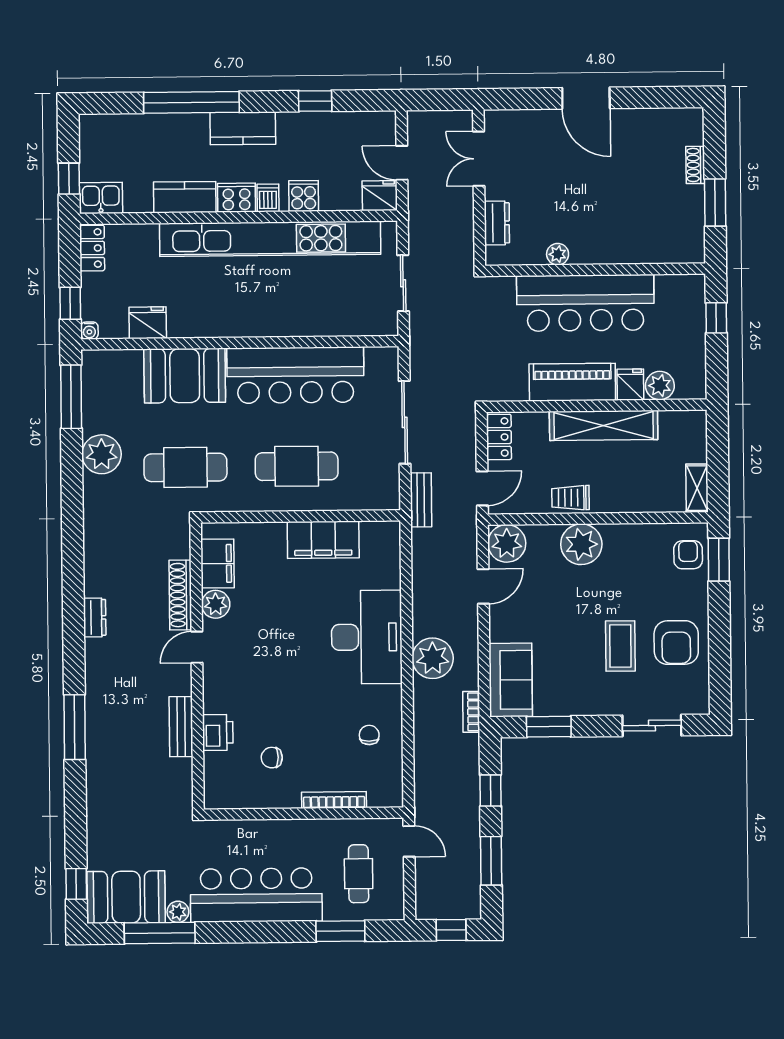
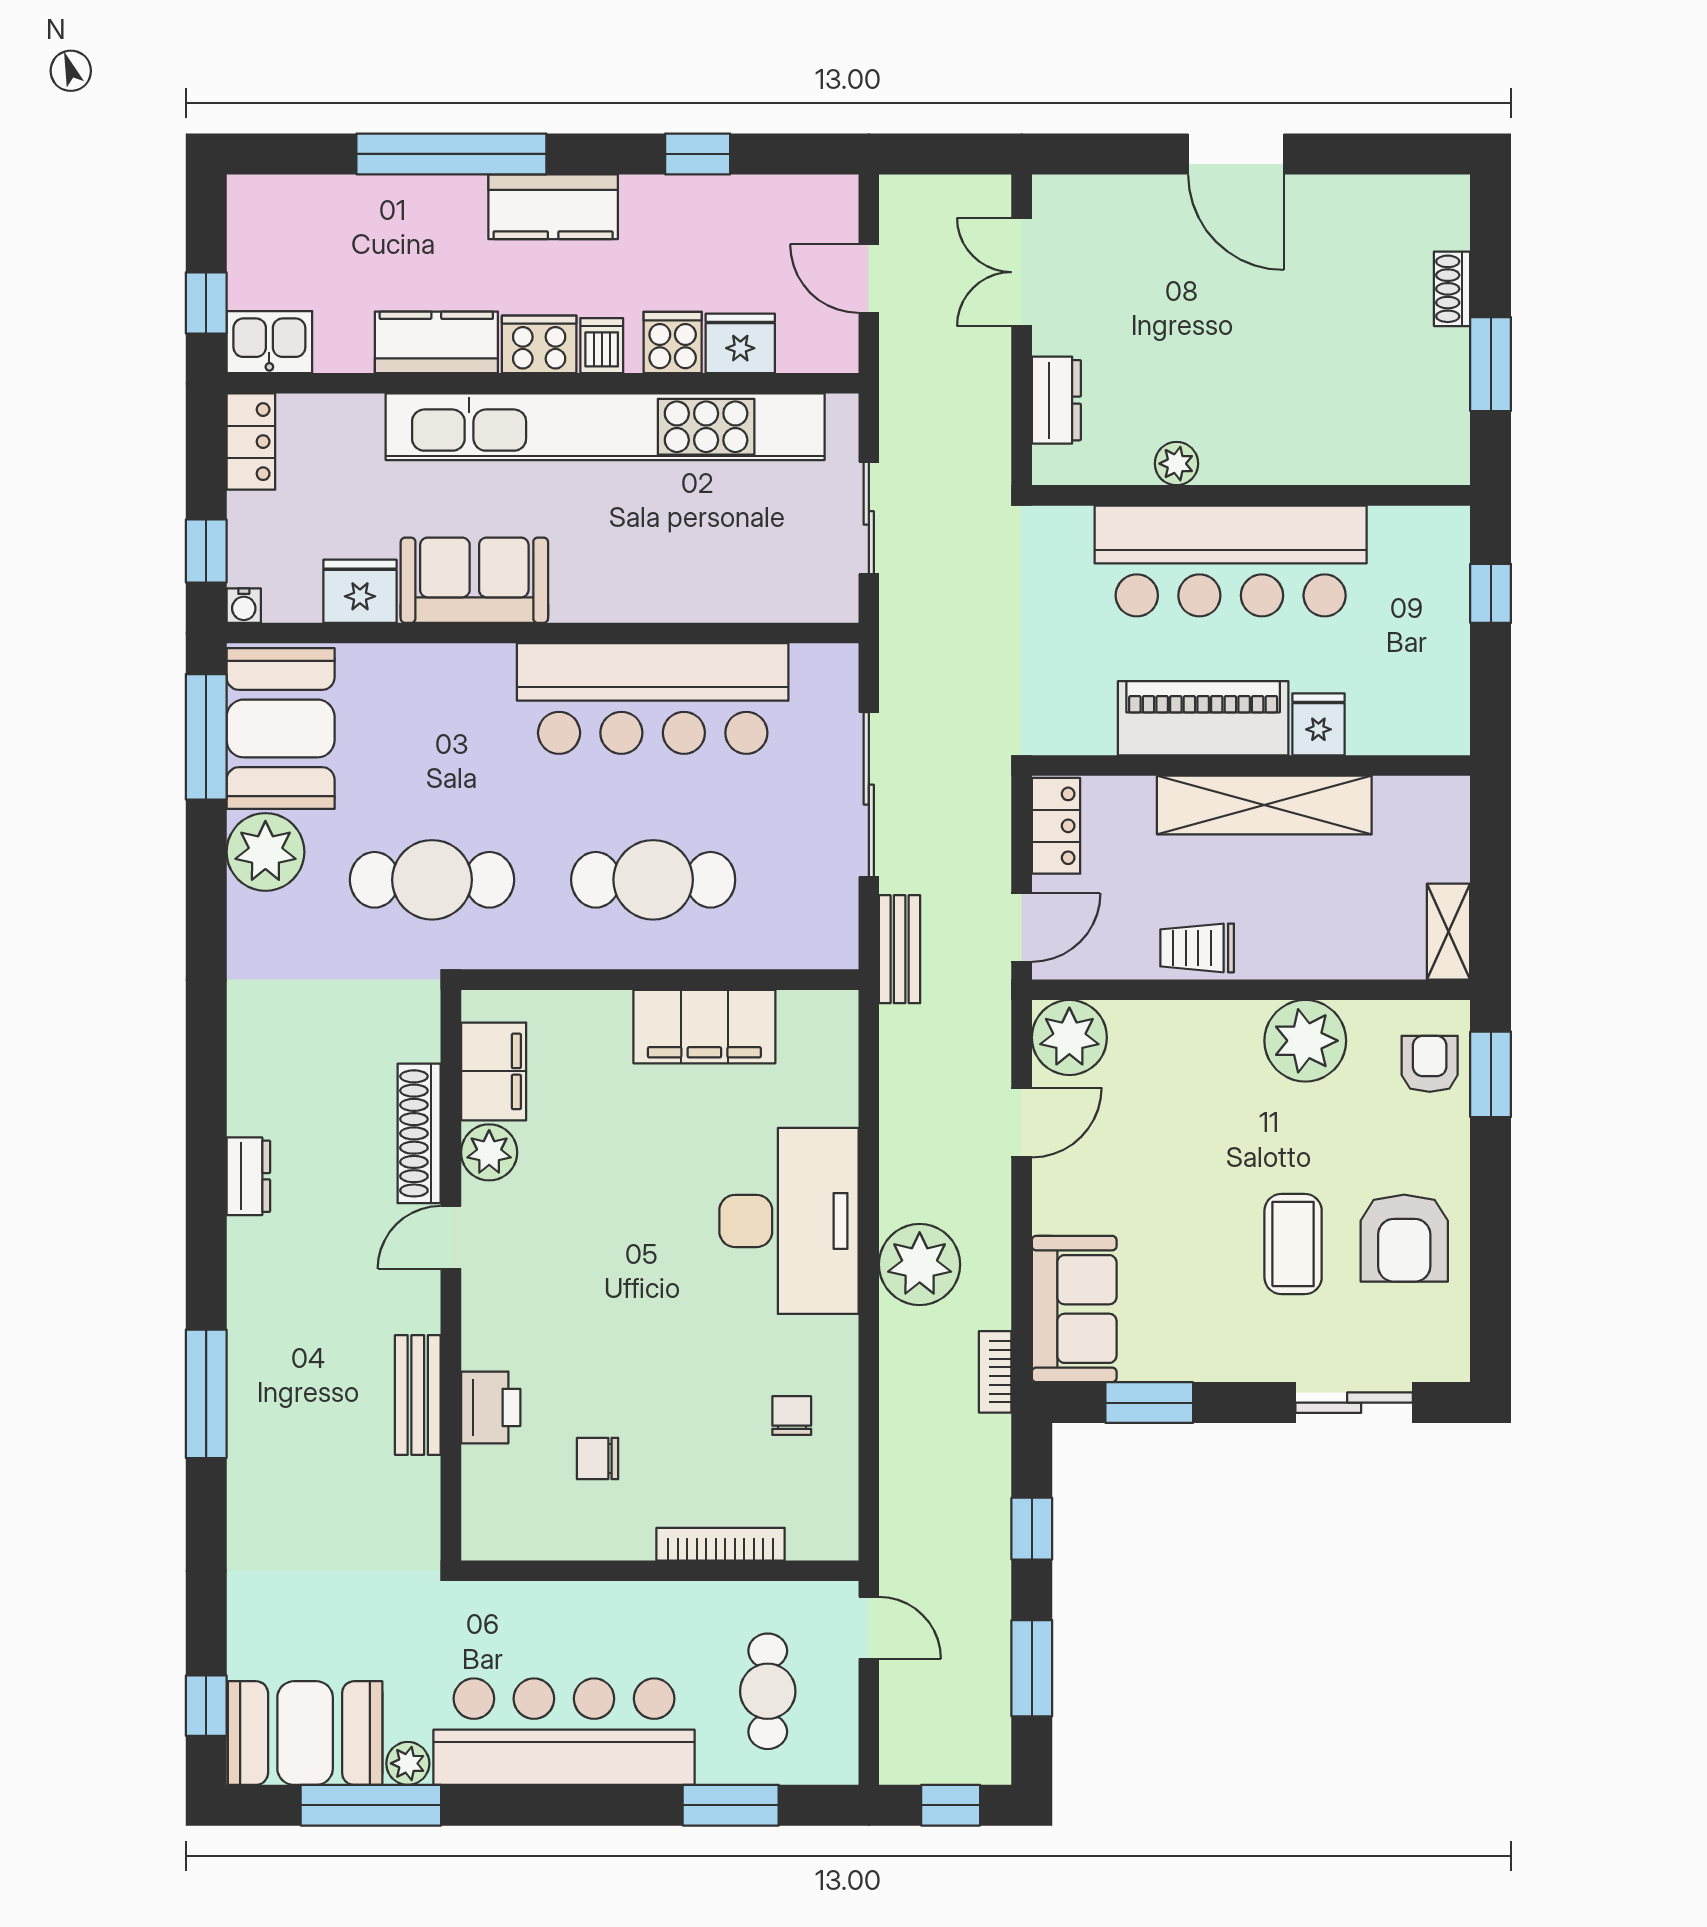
fridge: (380, 196) -> (740, 343), moved
sofa: (205, 317) -> (474, 580), added
booth: (185, 376) -> (281, 728), moved, turned 90
plant: (660, 386) -> (1377, 727), removed
plant: (581, 544) -> (1305, 1041), moved

